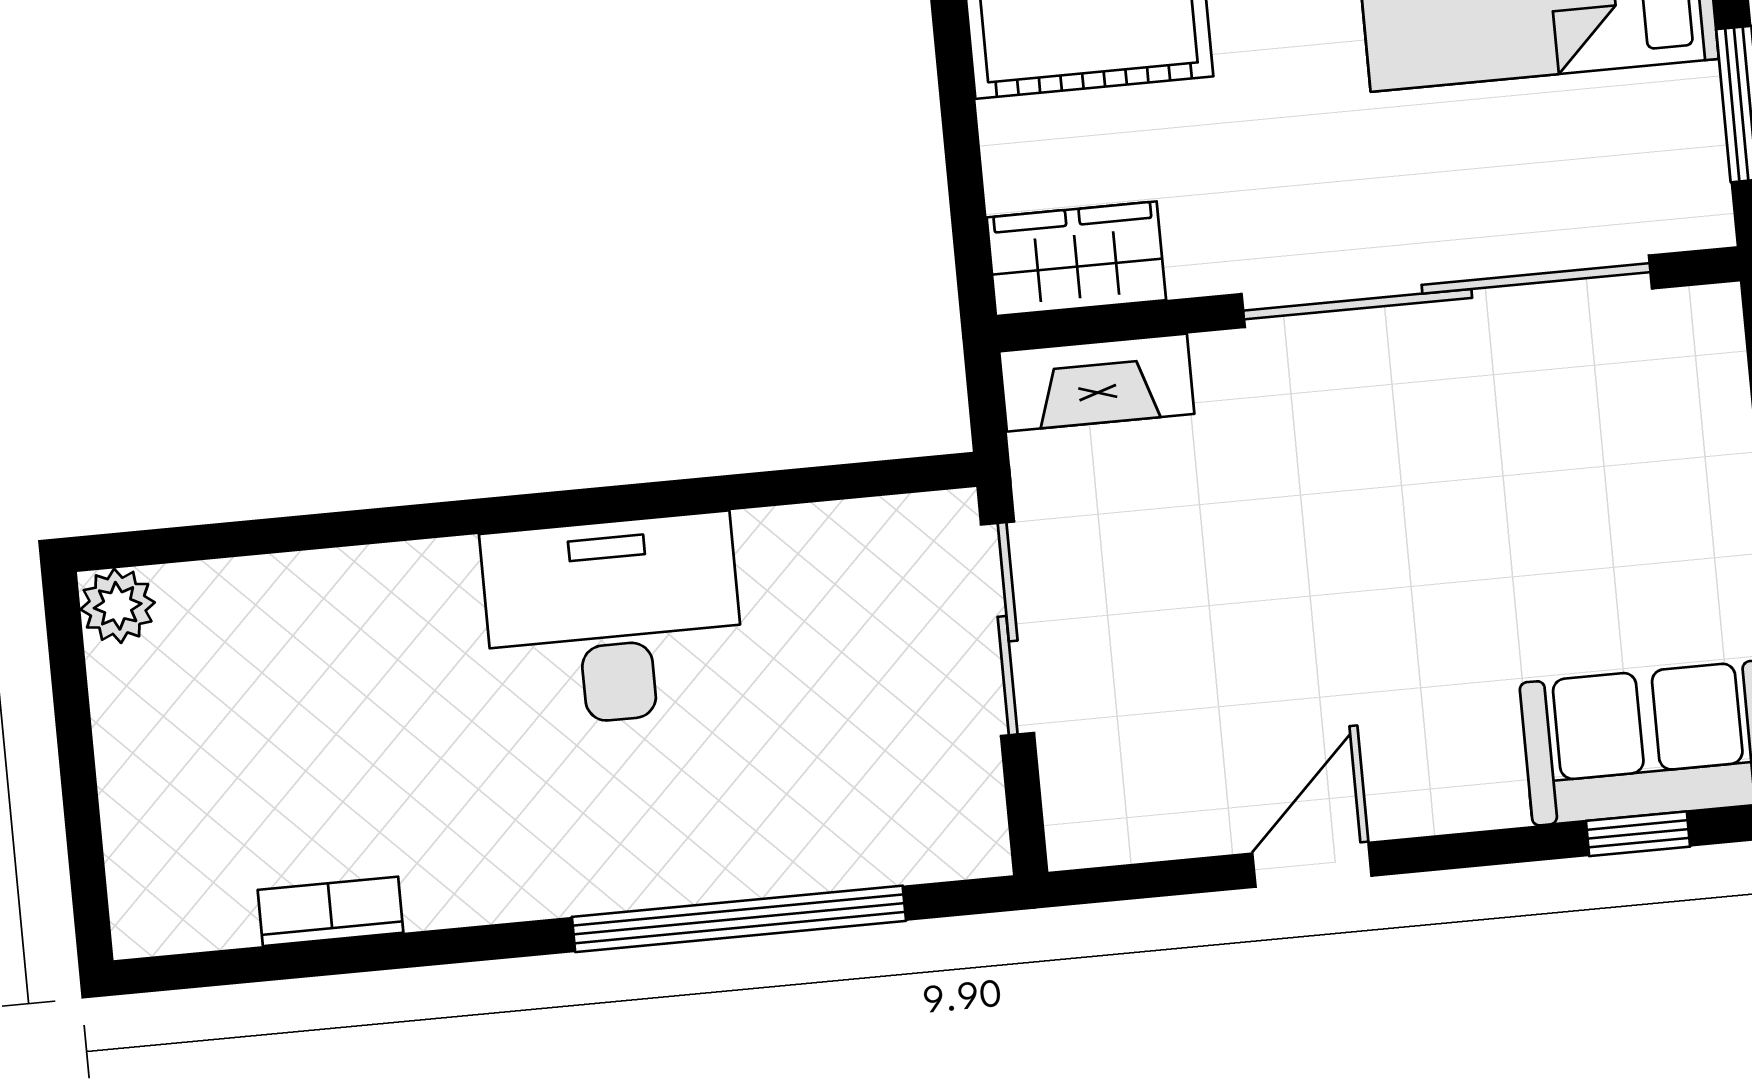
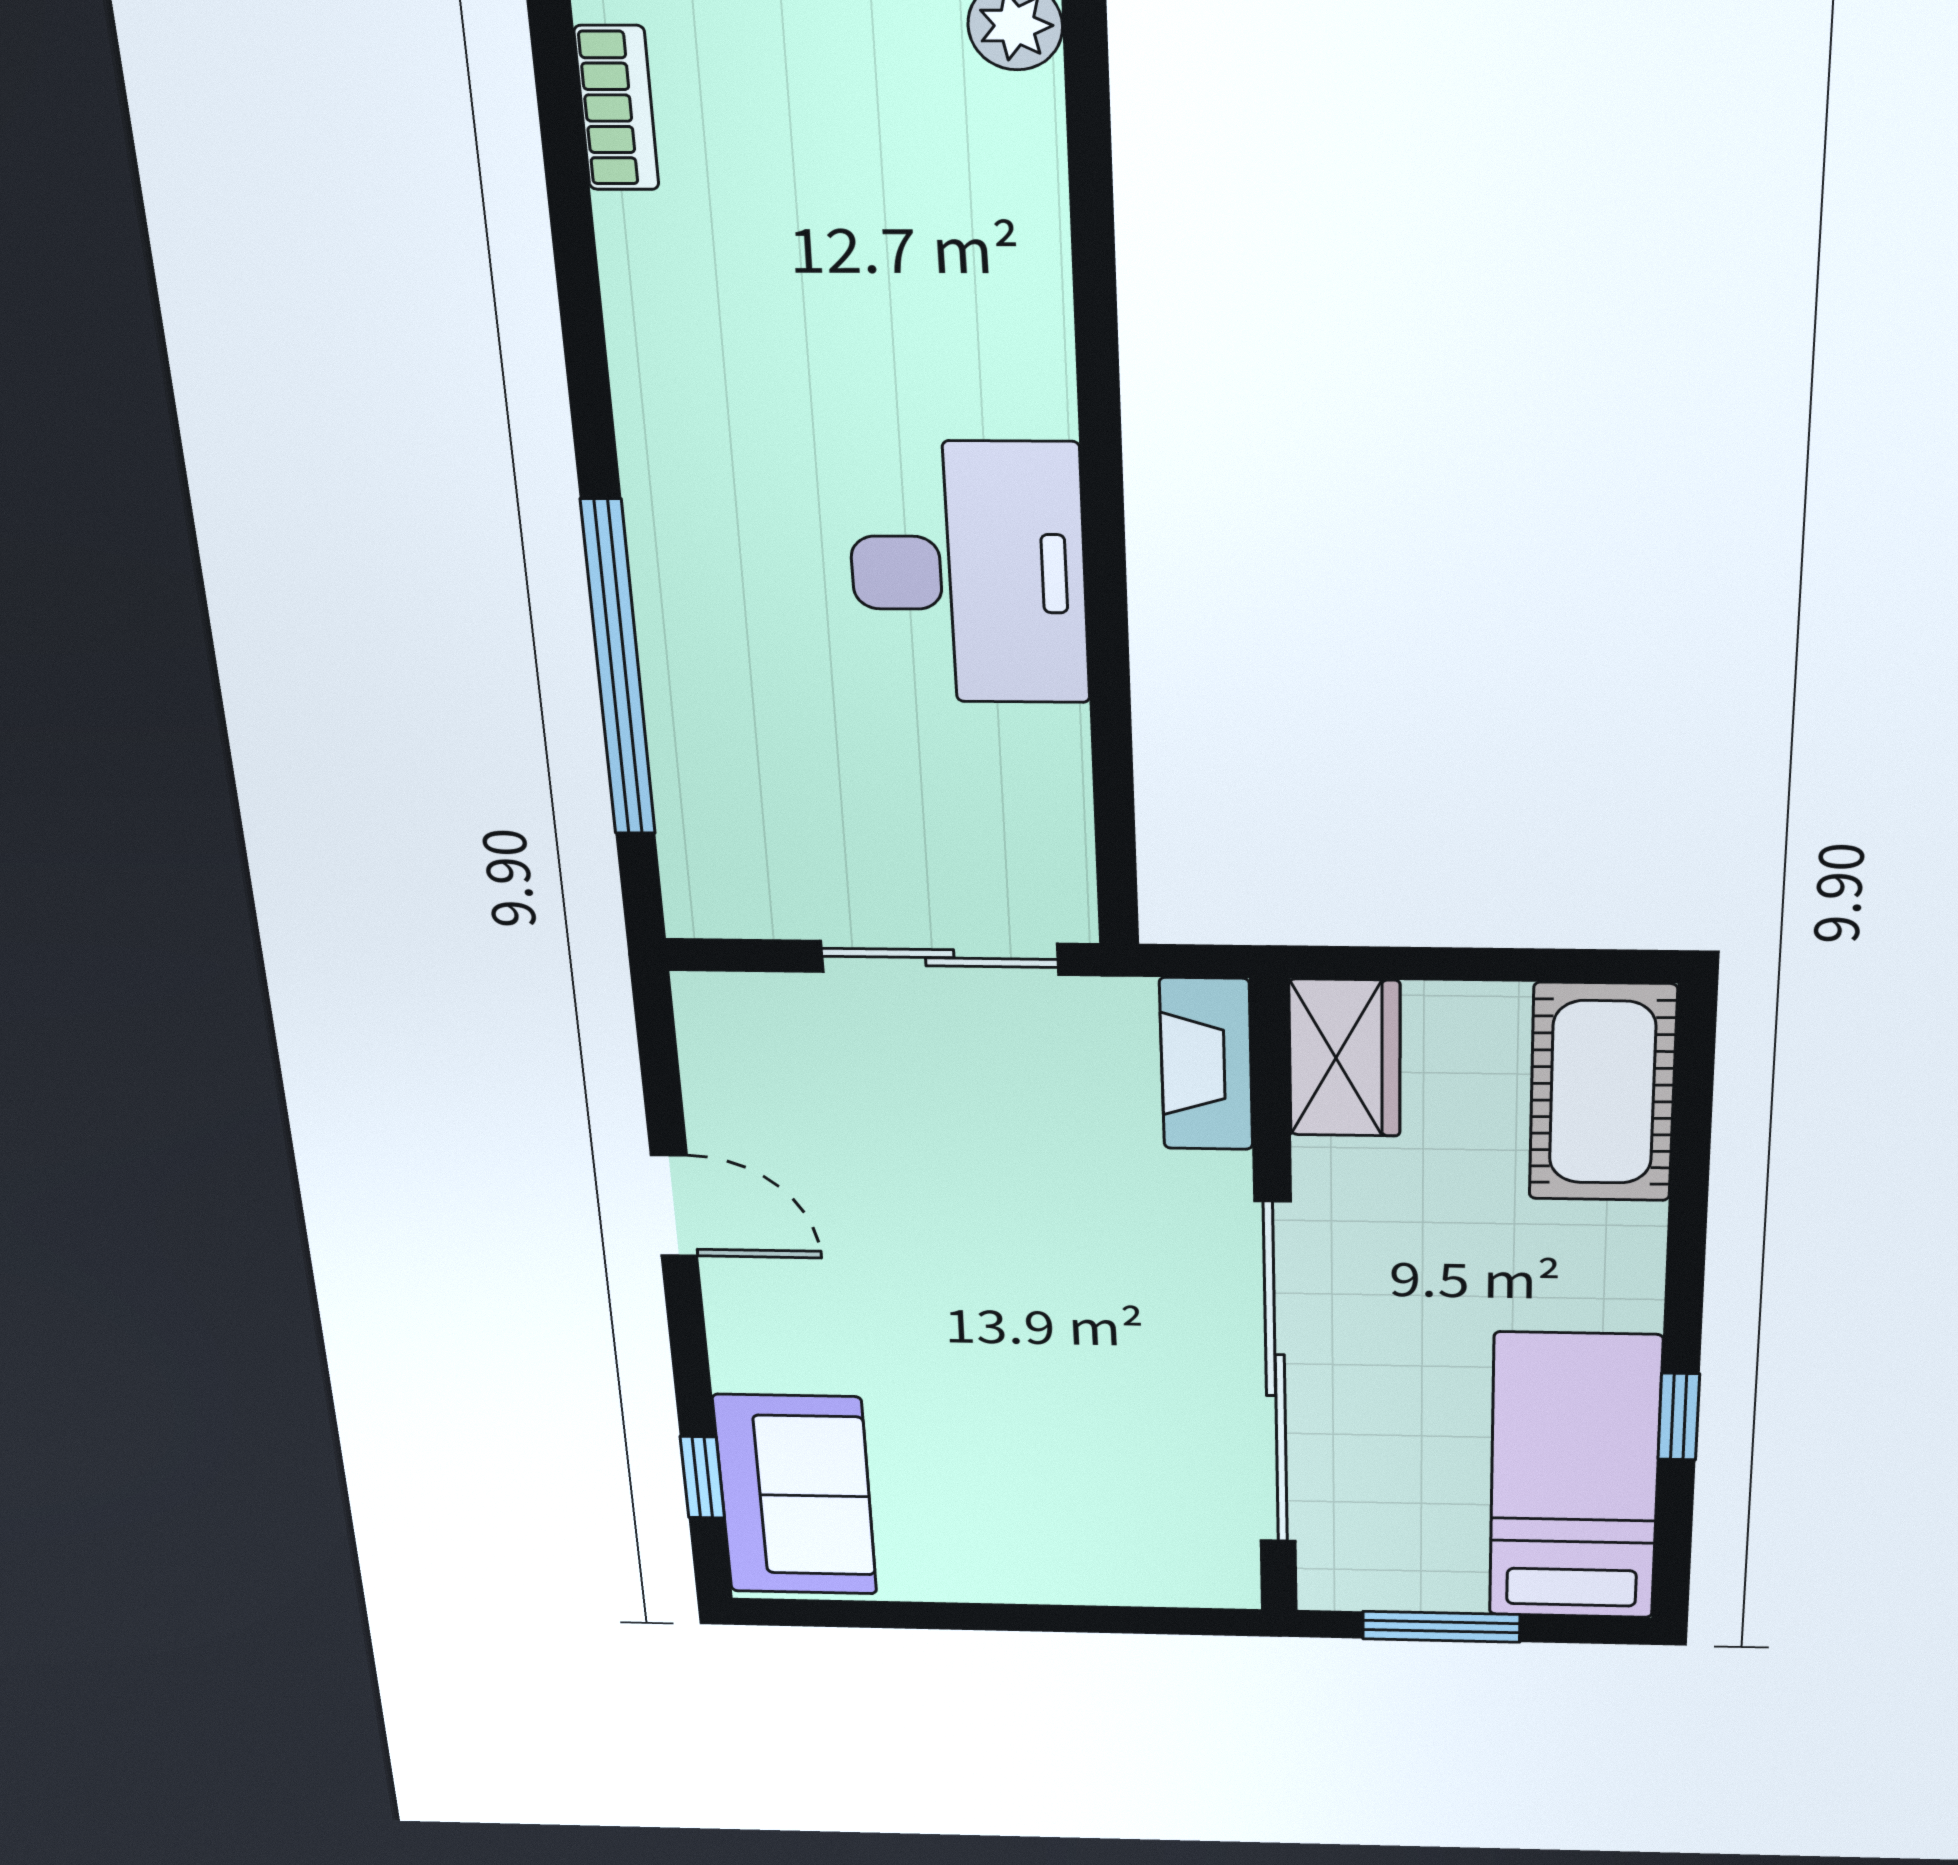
bookcase: (331, 911) -> (617, 108), moved

